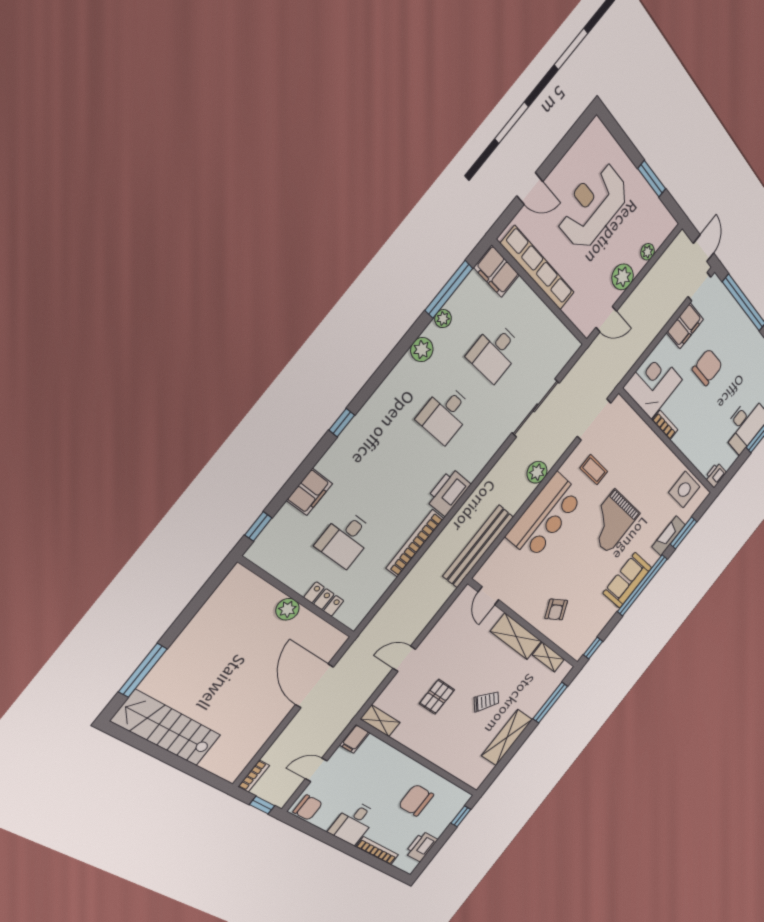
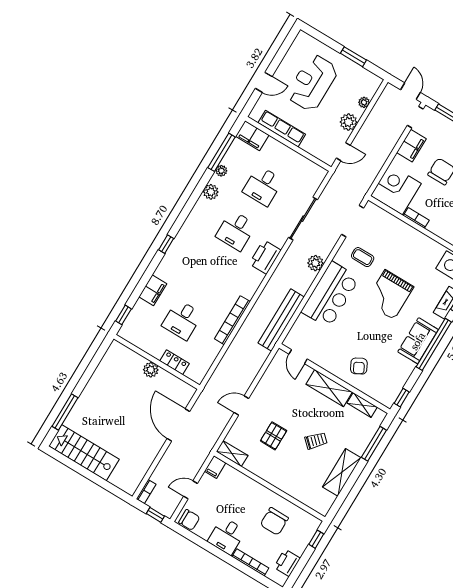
row of seats: (538, 268) -> (282, 129), width x0.73
printer: (448, 492) -> (265, 257), moved
chair: (416, 800) -> (274, 521), turned -90

